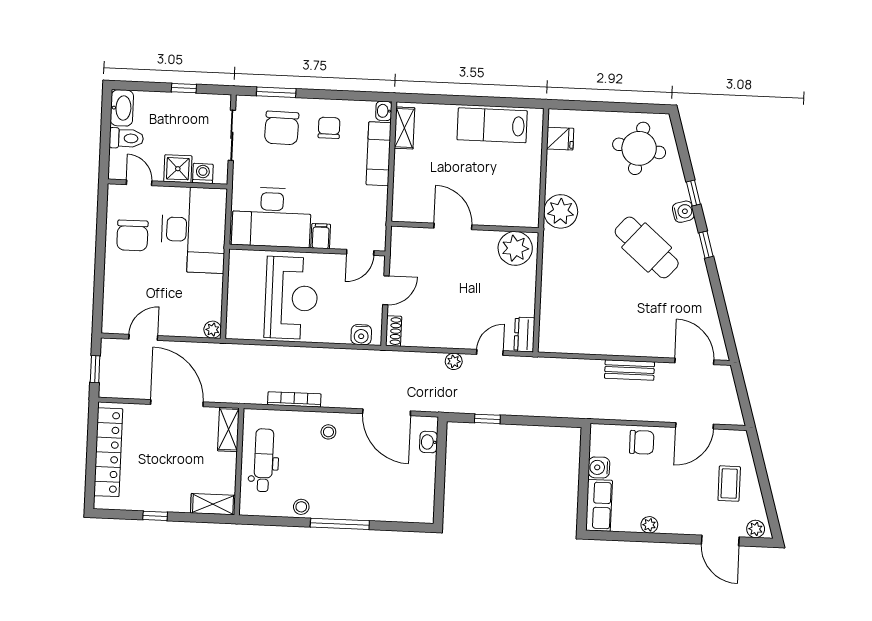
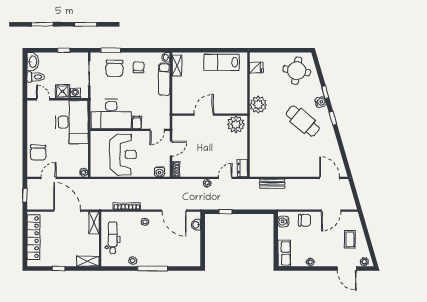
door: (453, 226) -> (204, 115), hinge flipped
chair: (132, 235) -> (38, 153), moved
bench: (630, 370) -> (272, 184), moved
water cooler: (599, 467) -> (283, 221), moved

